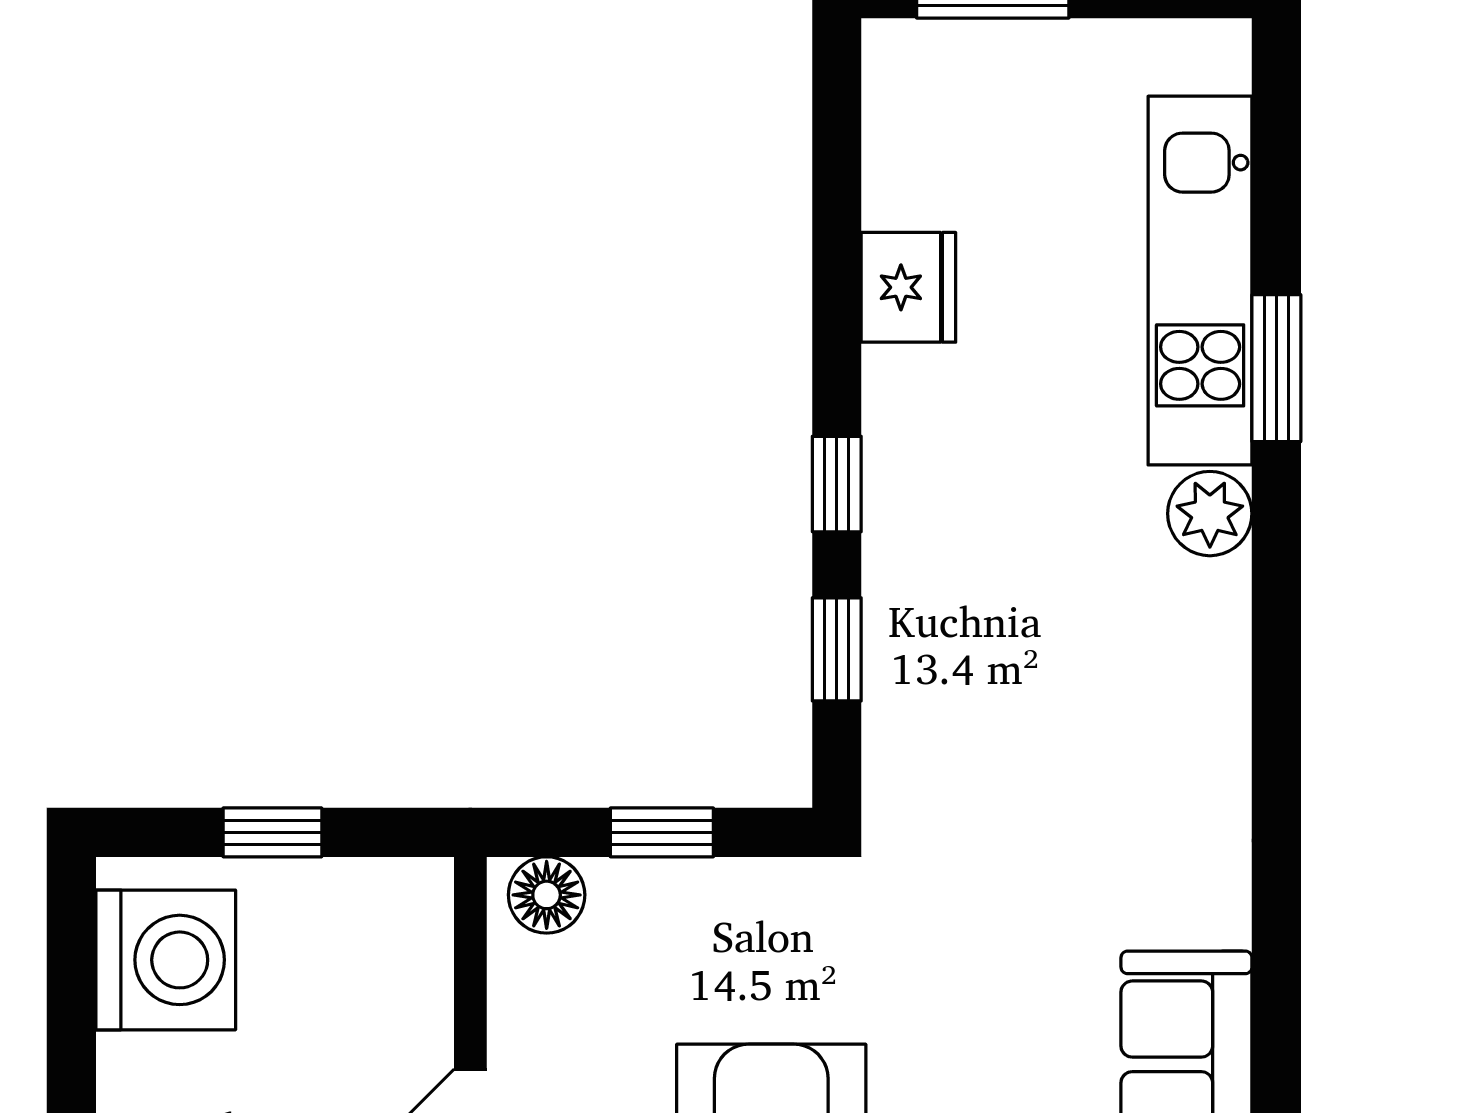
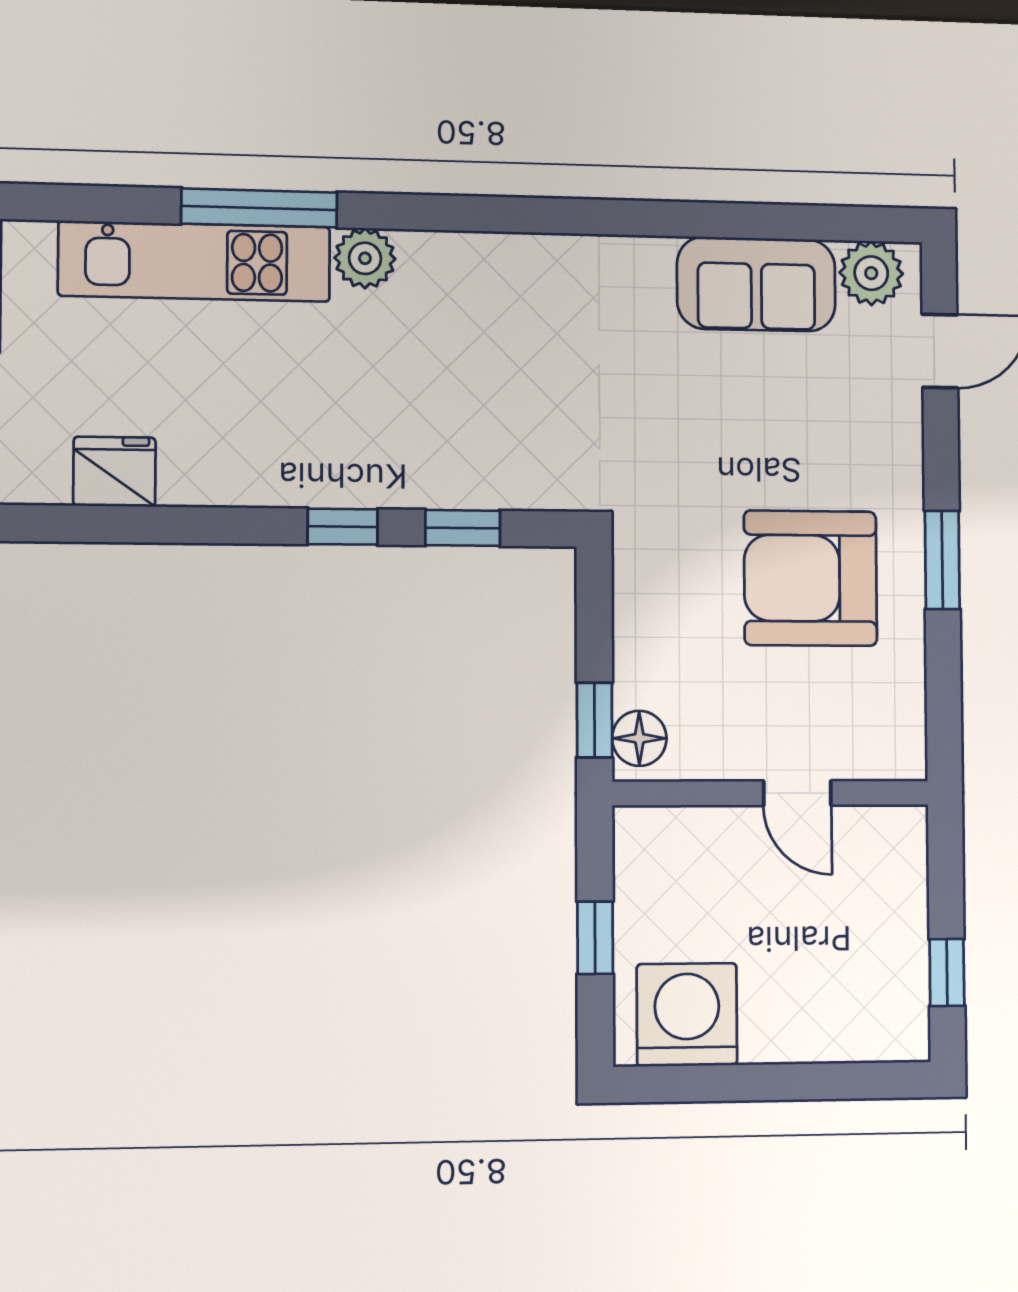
fridge: (908, 287) -> (114, 472), moved
window: (1276, 368) -> (259, 208), width x1.44
window: (662, 832) -> (594, 720), moved

